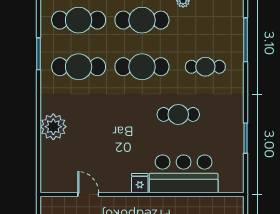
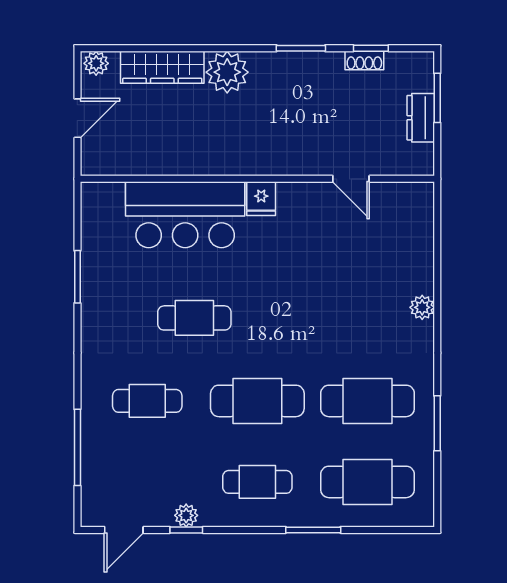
cafe table: (142, 20) -> (257, 482), width x0.73, depth x0.74
plant: (53, 127) -> (422, 307), width x0.53, depth x0.53

